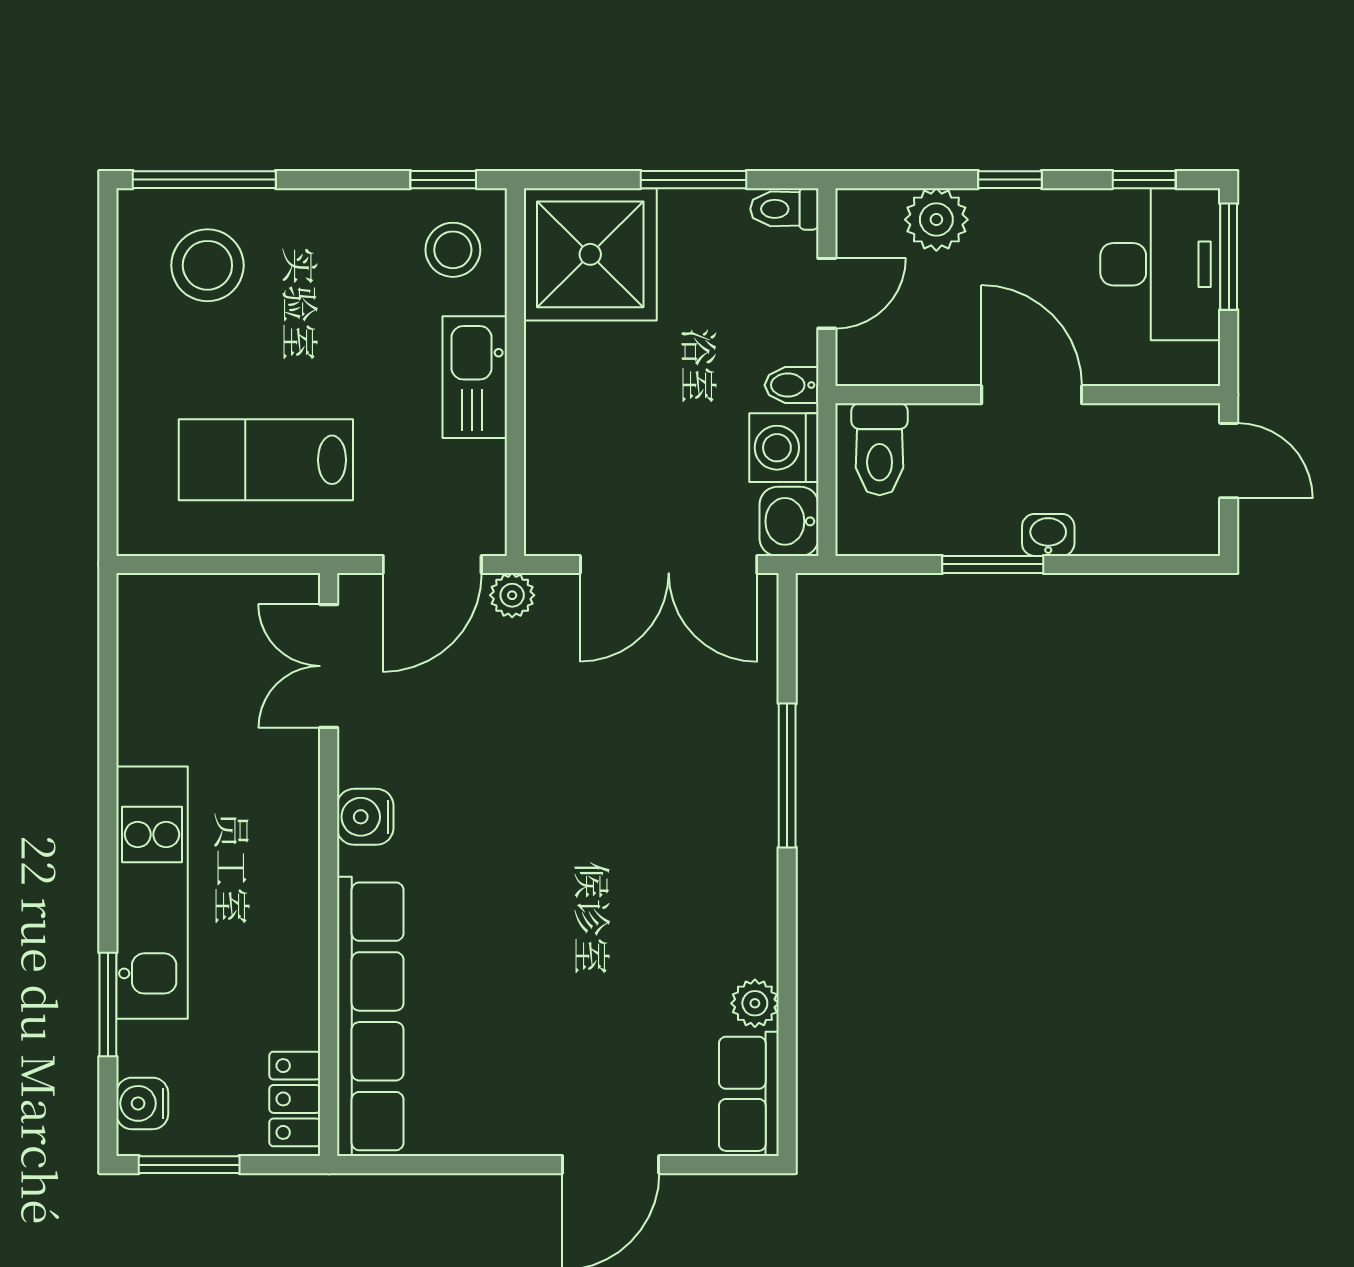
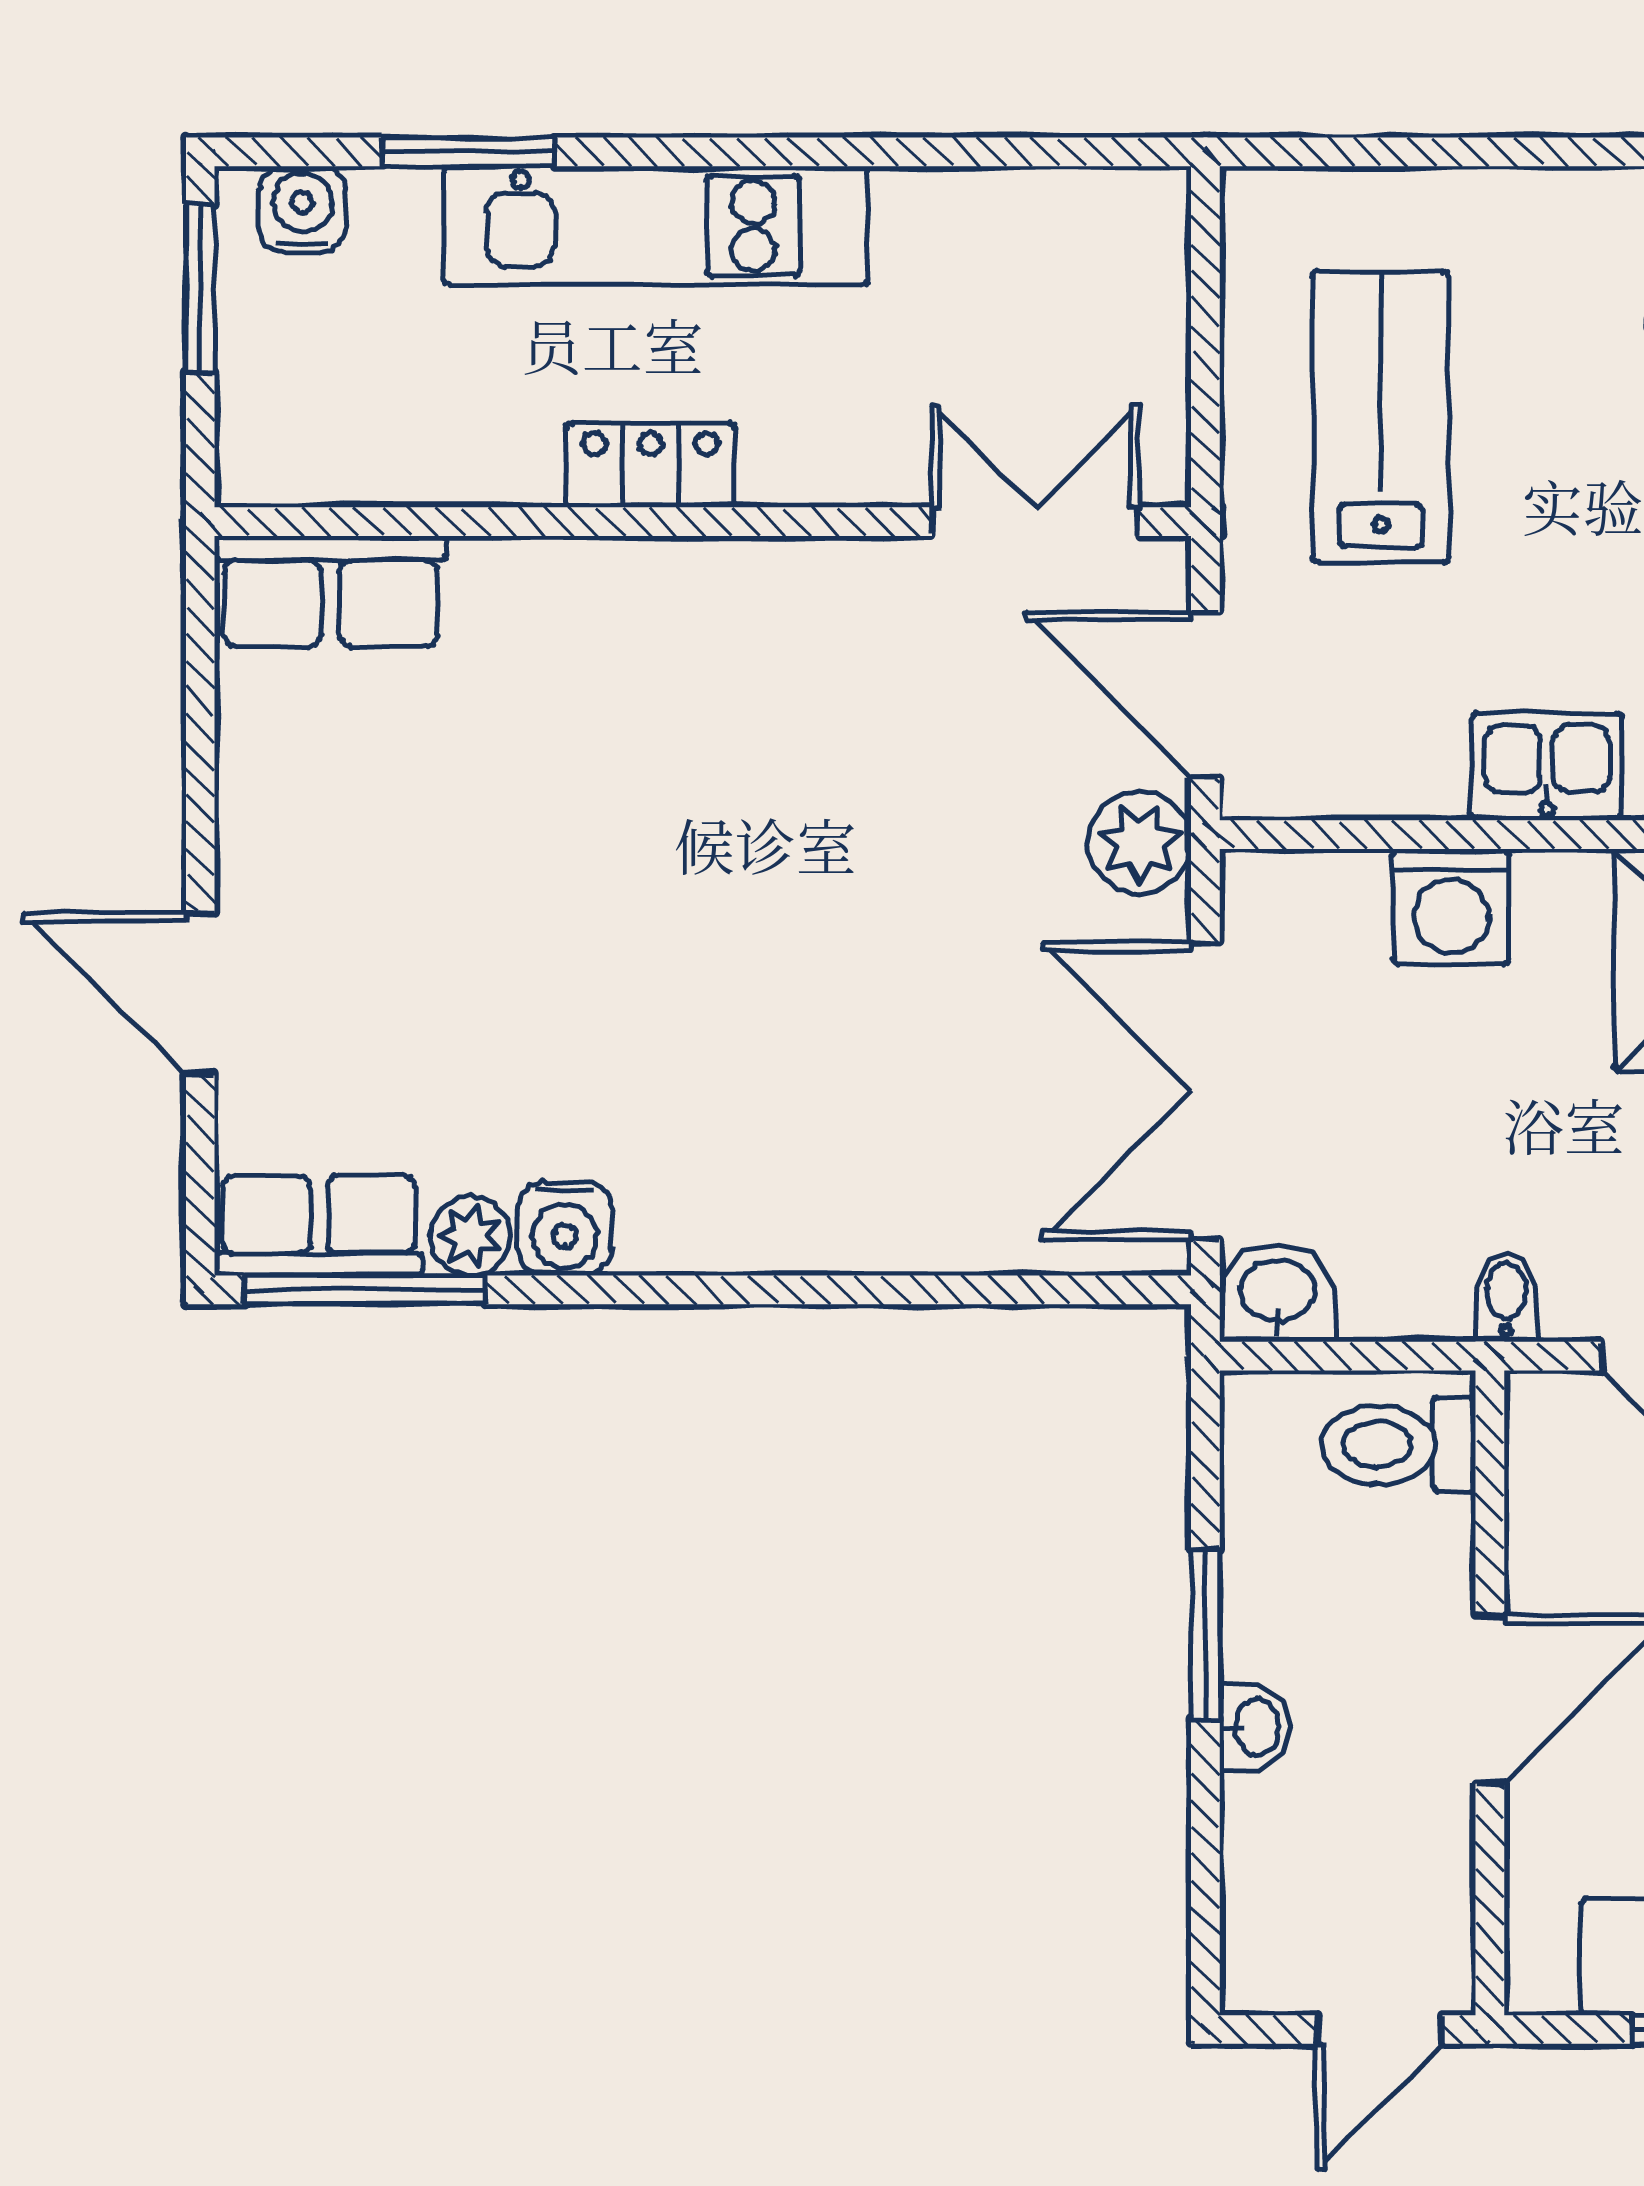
kitchen sink: (475, 377) -> (1547, 766), width x0.73
washing machine: (784, 448) -> (1451, 907), moved, turned 180
plant: (512, 595) -> (1140, 843), width x1.38, depth x1.38
window: (787, 775) -> (365, 1290), moved
water cooler: (365, 817) -> (565, 1229), moved, turned 180
row of seats: (370, 1016) -> (330, 591), width x0.50
locker: (295, 1099) -> (650, 465), moved

